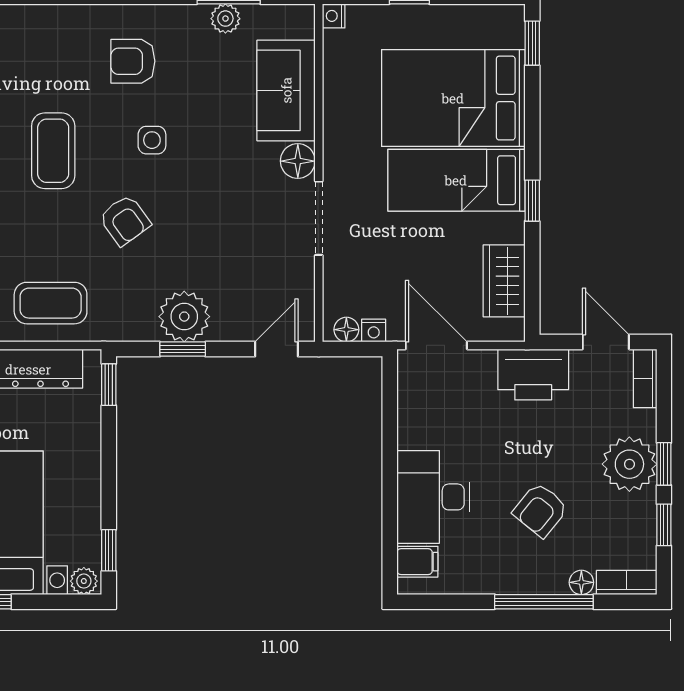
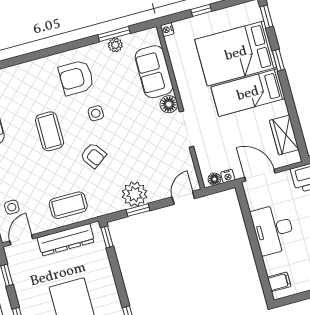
armchair: (133, 61) -> (76, 78), width x1.38, depth x1.38
window: (532, 201) -> (278, 60), moved
desk: (433, 497) -> (273, 229), moved

